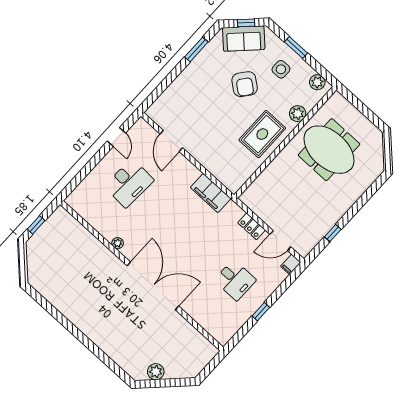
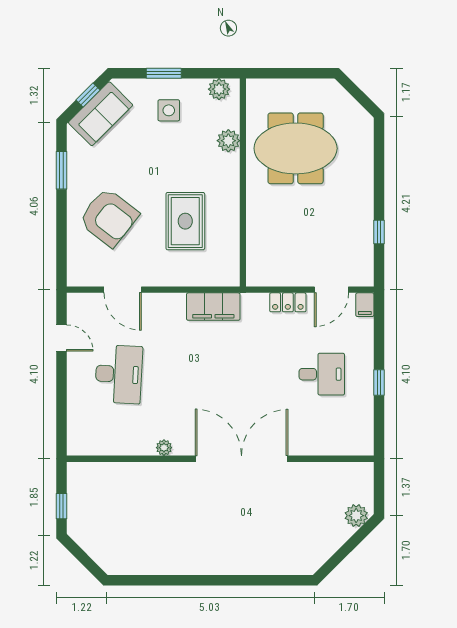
armchair: (245, 84) -> (109, 217), moved, width x1.36, depth x1.36
rug: (262, 134) -> (185, 221), moved
plant: (156, 372) -> (356, 516), moved

